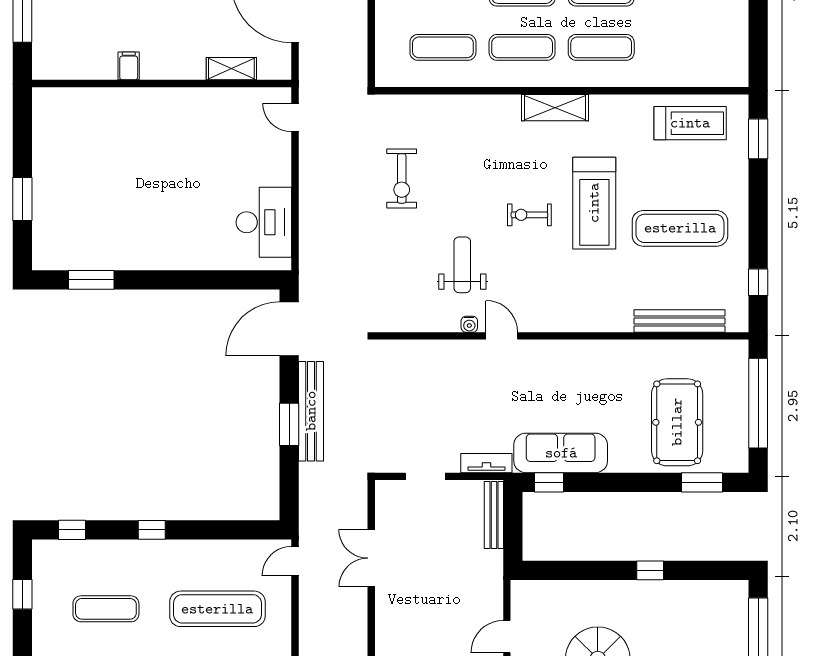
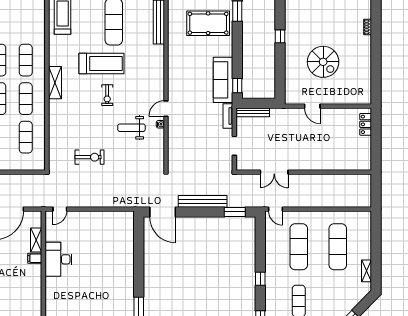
filing cabinet: (129, 66) -> (35, 258), moved
desk: (264, 222) -> (58, 259), moved, turned -90
window: (289, 424) -> (235, 212), moved

